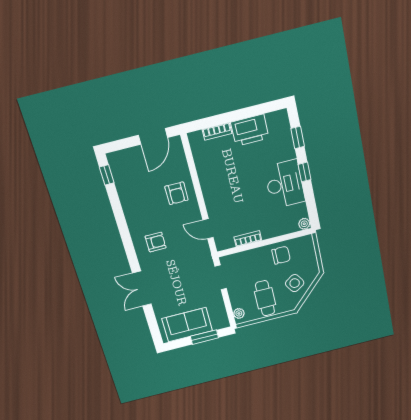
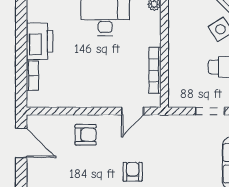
bookcase: (248, 239) -> (155, 70), width x1.56
chair: (281, 255) -> (183, 38), removed
doorway: (221, 277) -> (210, 111), moved

